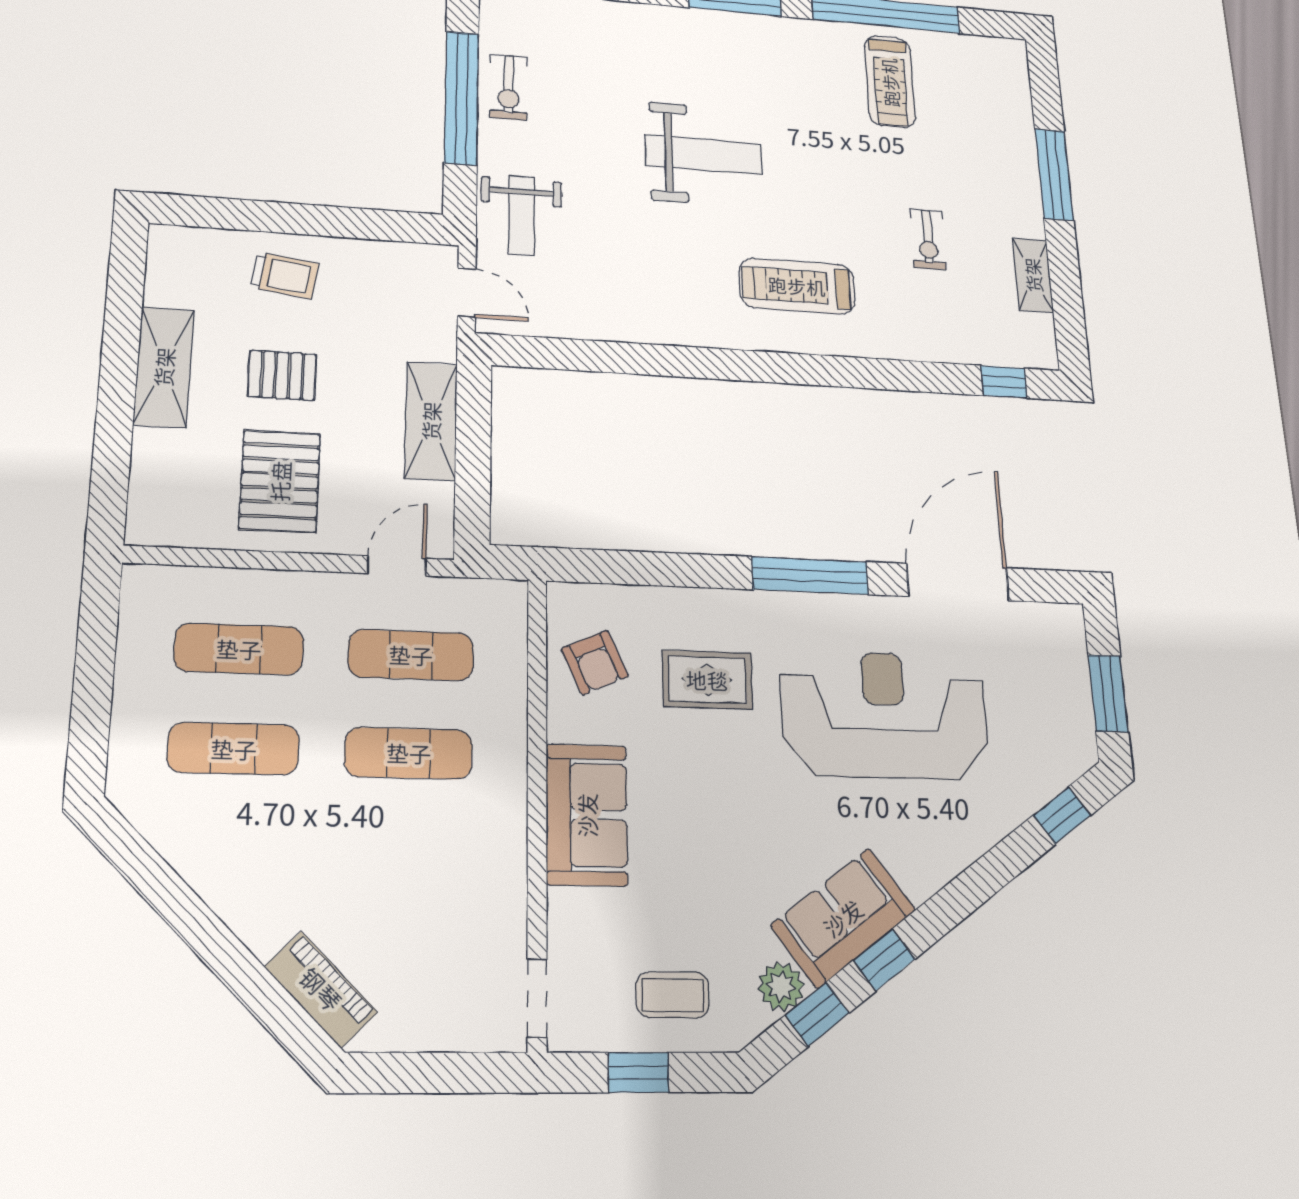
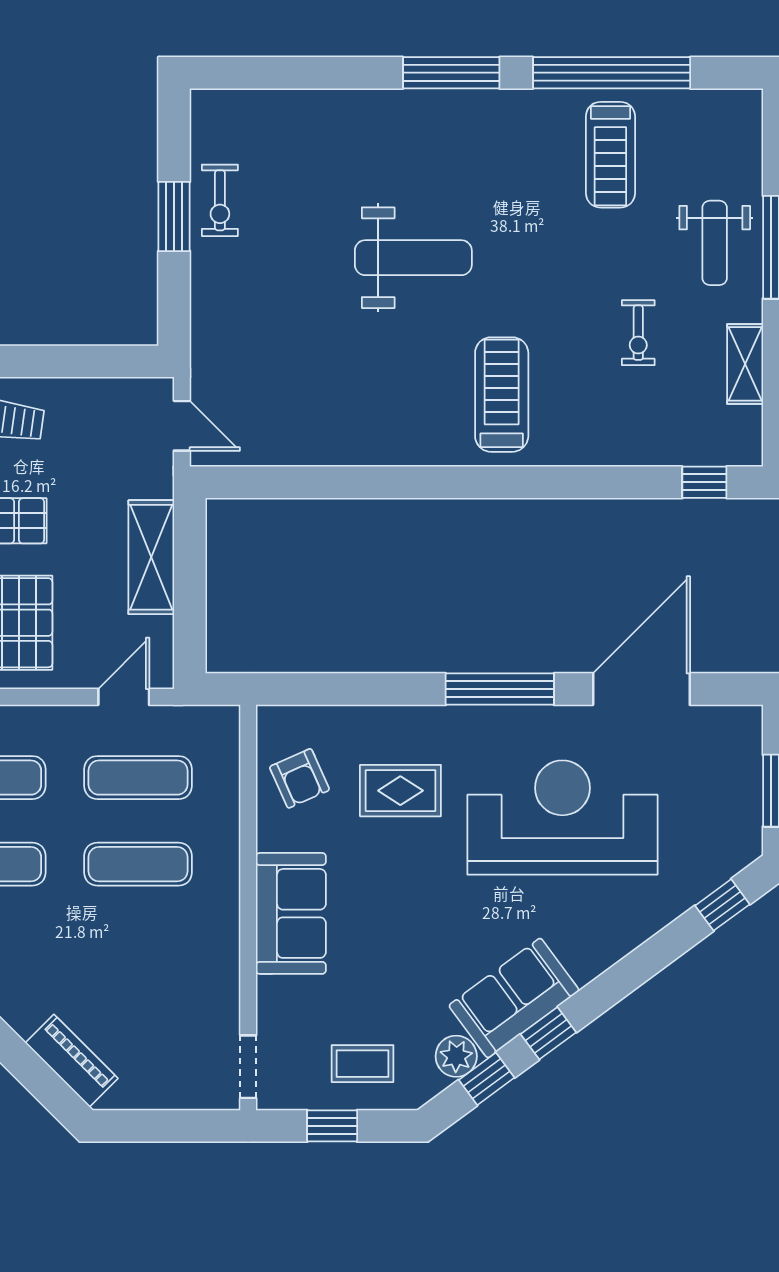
window: (461, 98) -> (174, 216), width x0.47
weight bench: (521, 215) -> (715, 243), moved
treadmill: (797, 286) -> (502, 395), turned 90

